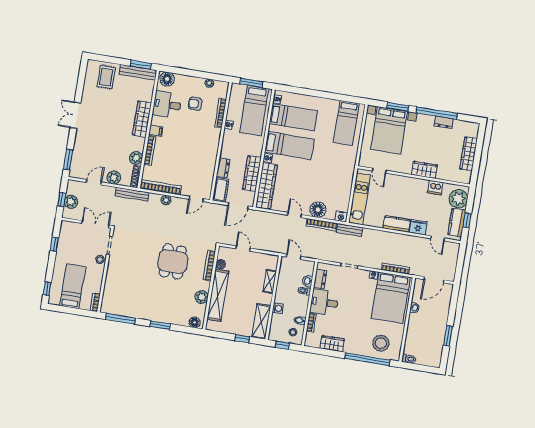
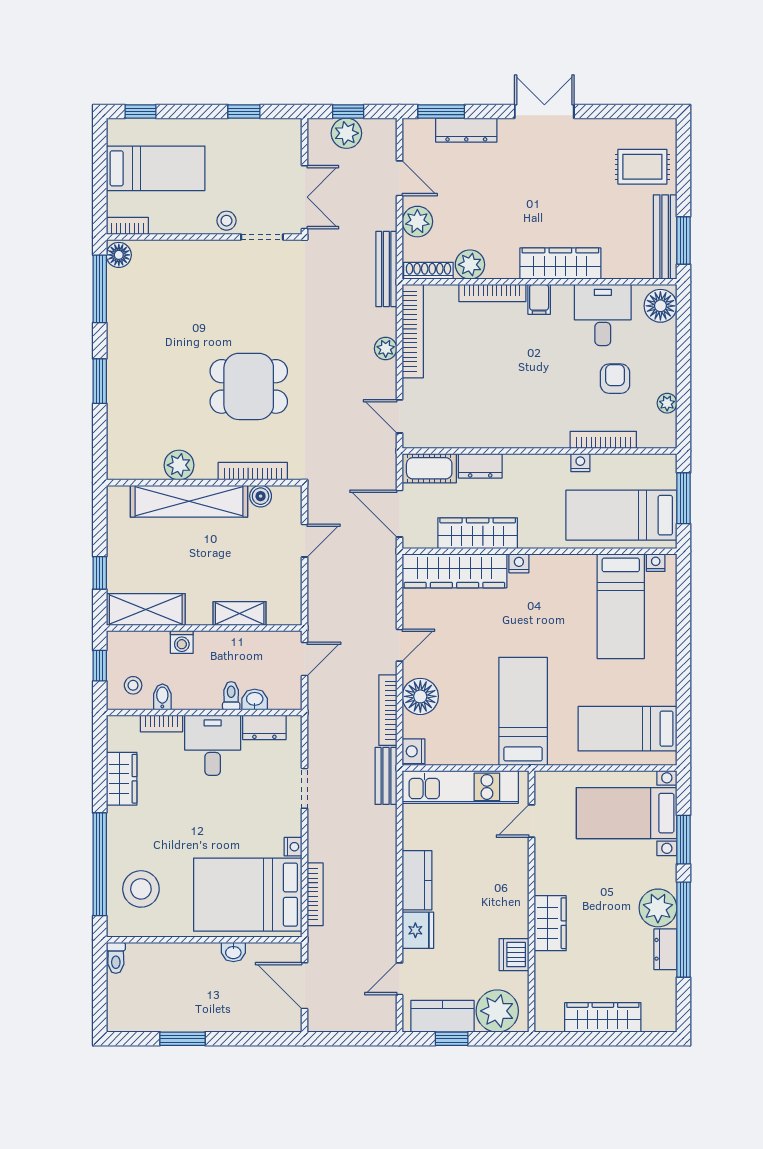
plant: (425, 122) -> (658, 908), added
bed with nightstands: (389, 130) -> (627, 813), width x0.73
bed: (289, 145) -> (523, 711), moved, turned 180
dresser: (78, 150) -> (466, 130), added
floor lamp: (195, 322) -> (119, 255), moved

